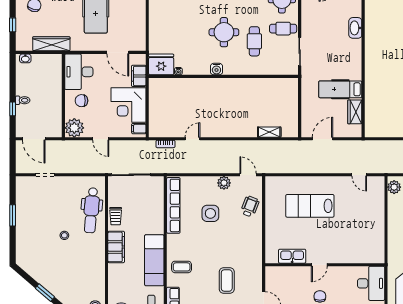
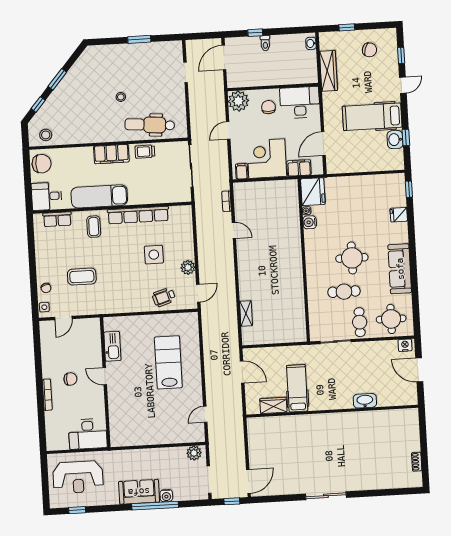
water cooler: (216, 69) -> (310, 222), moved
row of seats: (173, 205) -> (138, 215), moved
wheelchair: (250, 206) -> (164, 297), turned 142

